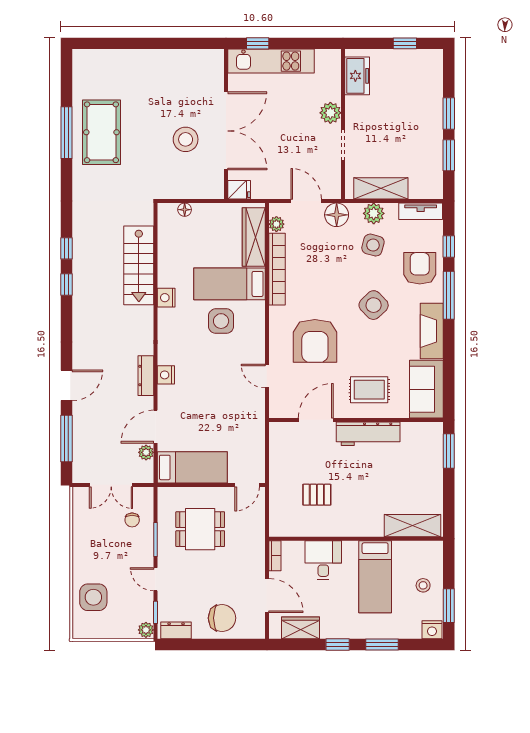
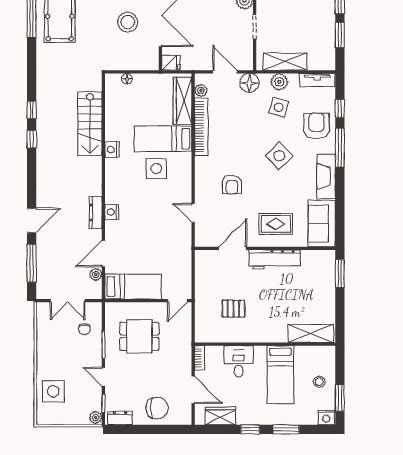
armchair: (315, 341) -> (232, 185), width x0.53, depth x0.53

